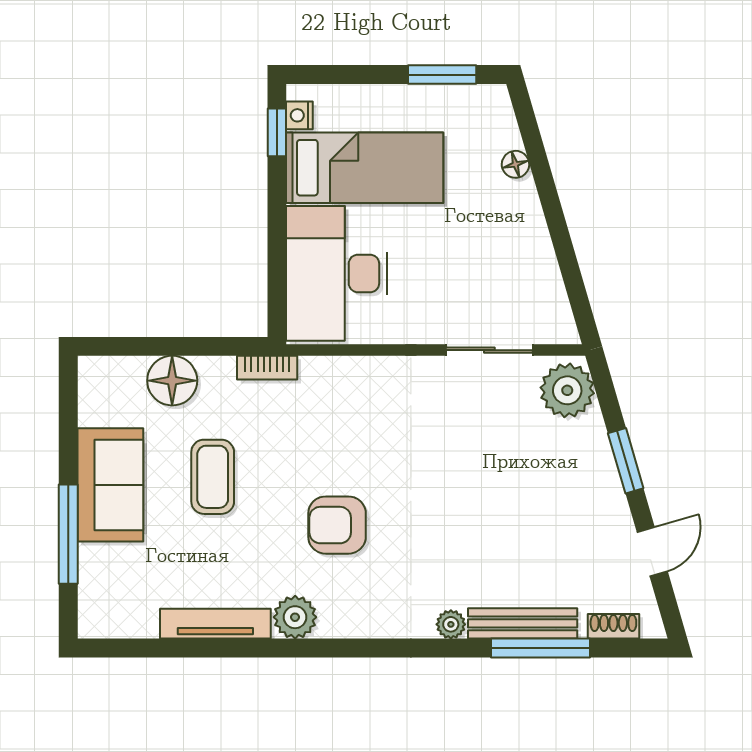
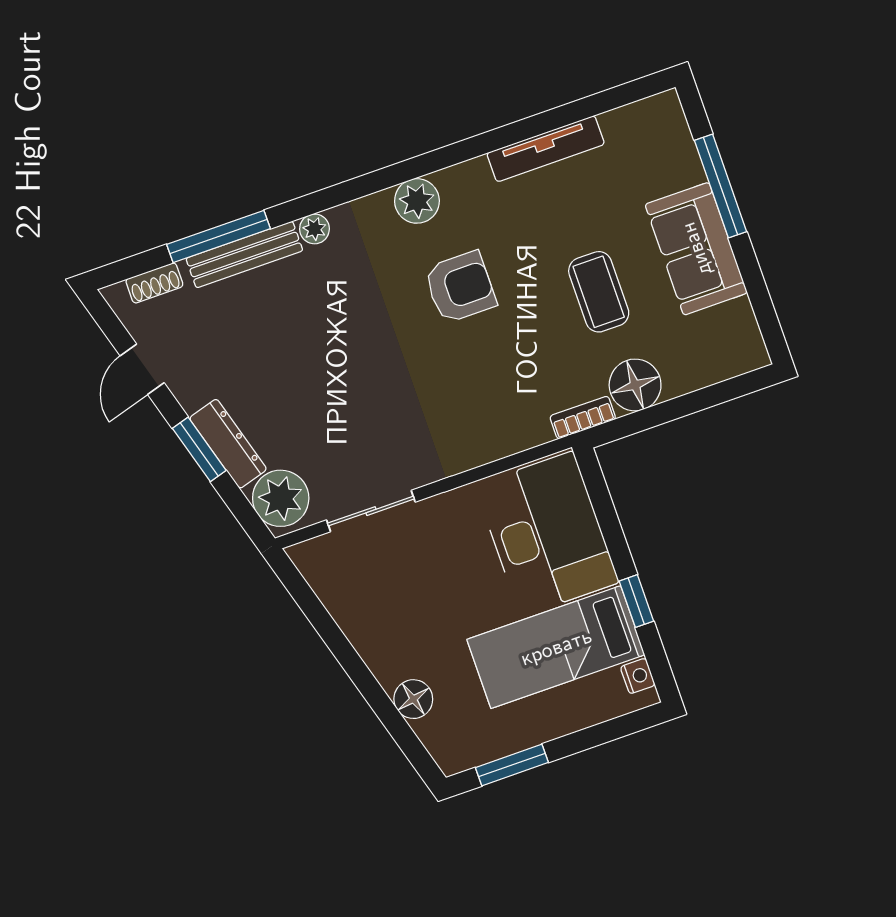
window: (277, 132) -> (636, 601), moved
floor lamp: (515, 164) -> (413, 699), width x1.37, depth x1.37
floor lamp: (172, 381) -> (635, 385), moved
dresser: (598, 457) -> (228, 444), added
plant: (295, 617) -> (417, 201), moved

